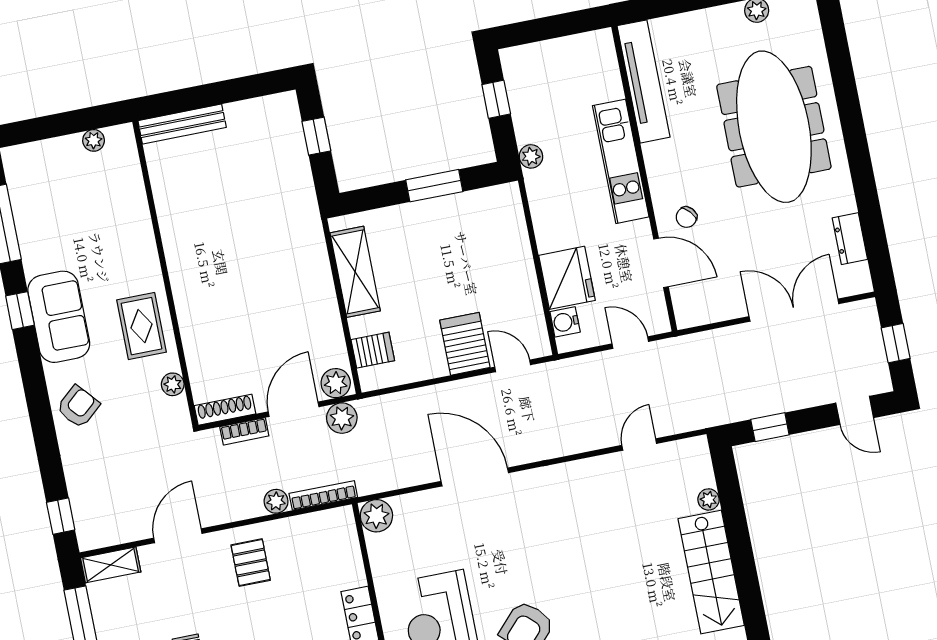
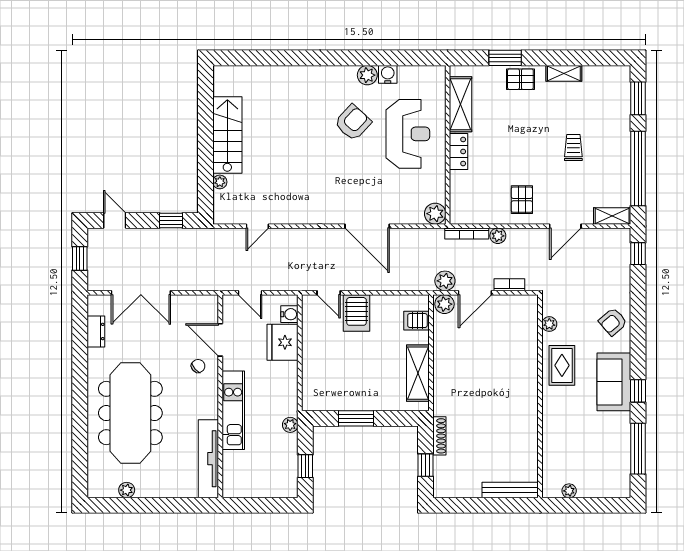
shoe rack: (225, 410) -> (439, 436), moved, turned -90

